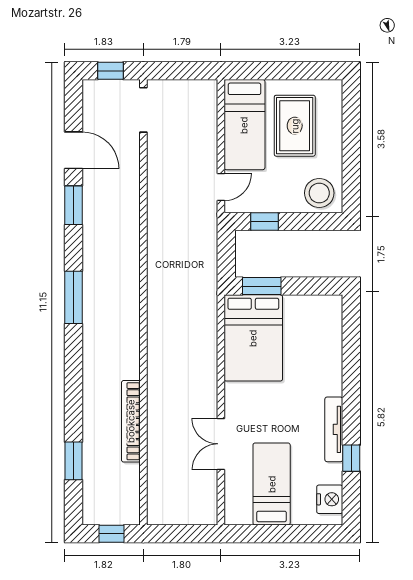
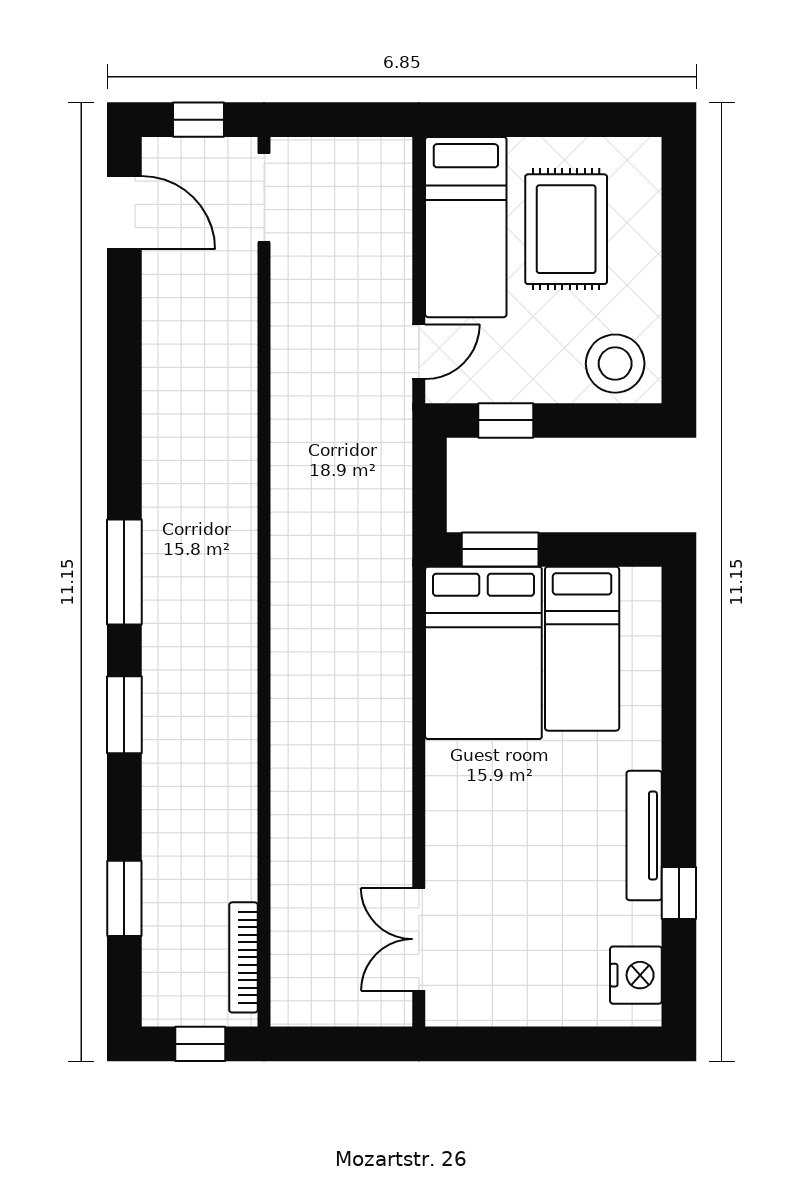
door: (73, 150) -> (124, 213), moved
window: (73, 205) -> (124, 715), moved
bookcase: (131, 421) -> (243, 957), moved, width x0.68, depth x0.76
double door: (221, 444) -> (419, 939), moved
bed: (272, 484) -> (582, 649), moved, turned 180

